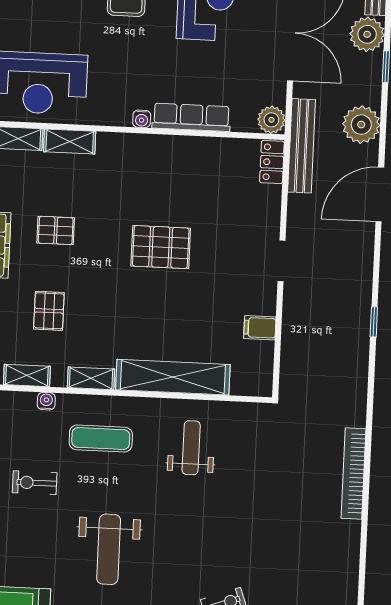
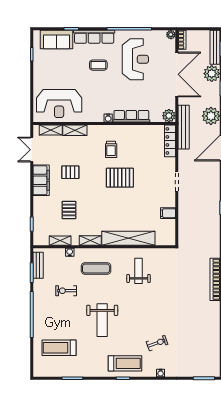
locker: (272, 162) -> (170, 141), width x1.53
trolley: (145, 186) -> (111, 149), added

